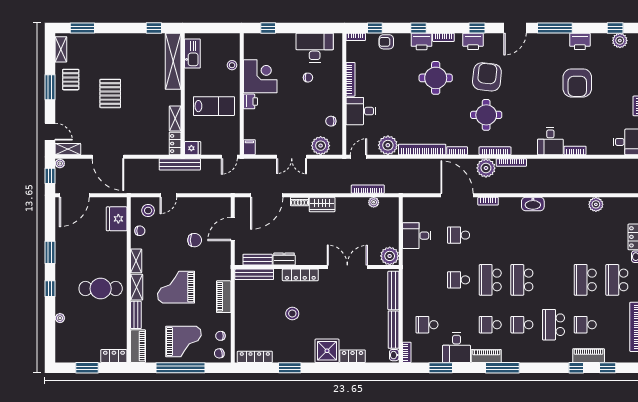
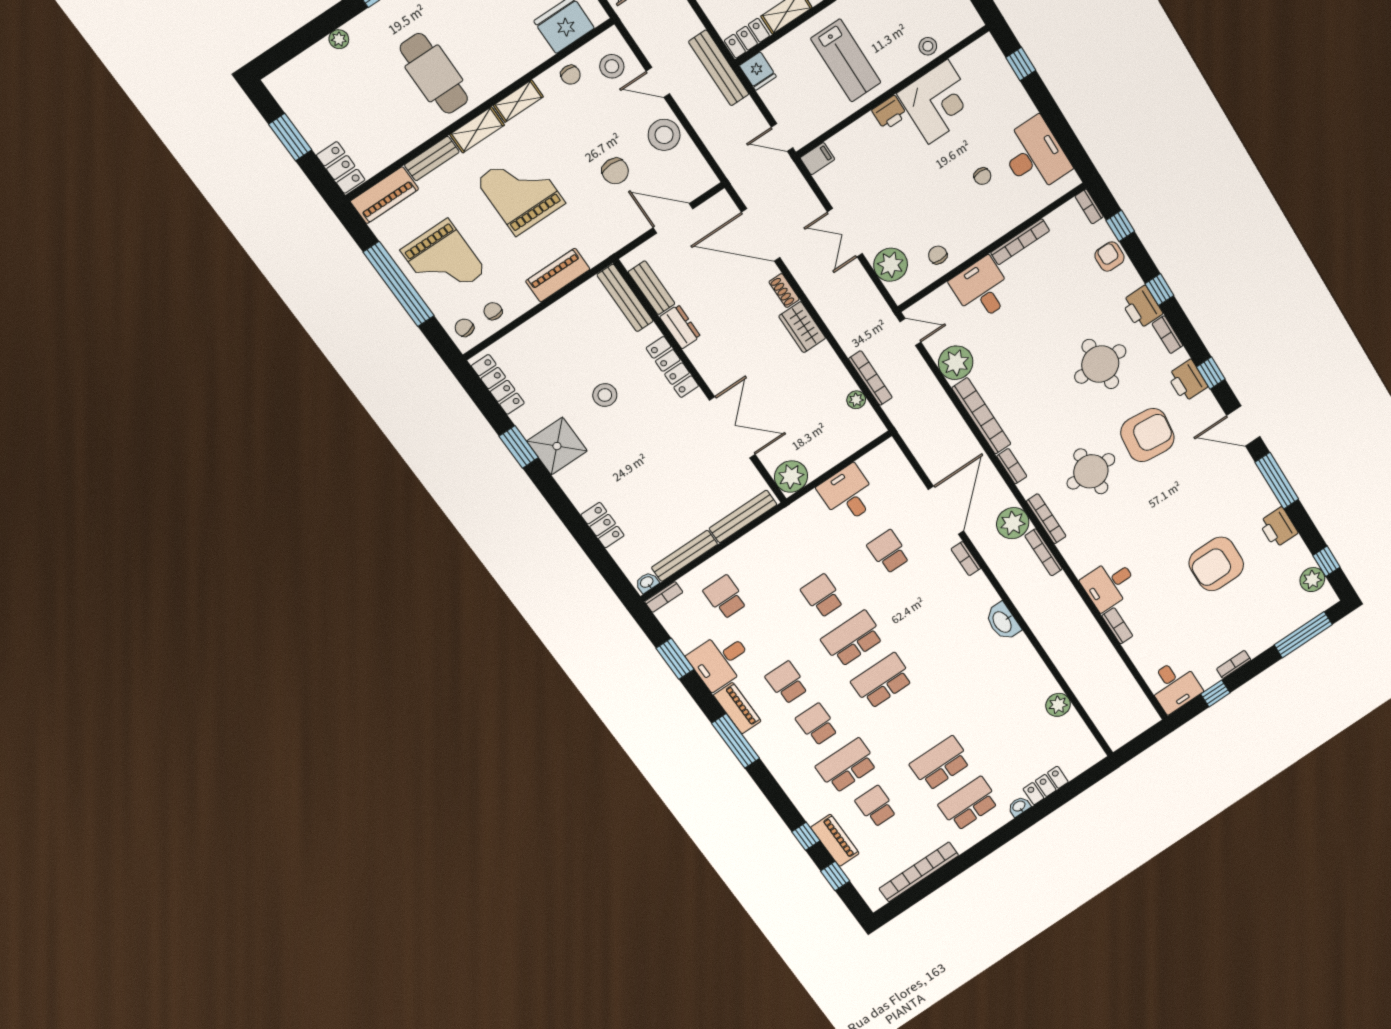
stool: (193, 208) -> (664, 135), added
shower: (327, 351) -> (557, 446), moved

